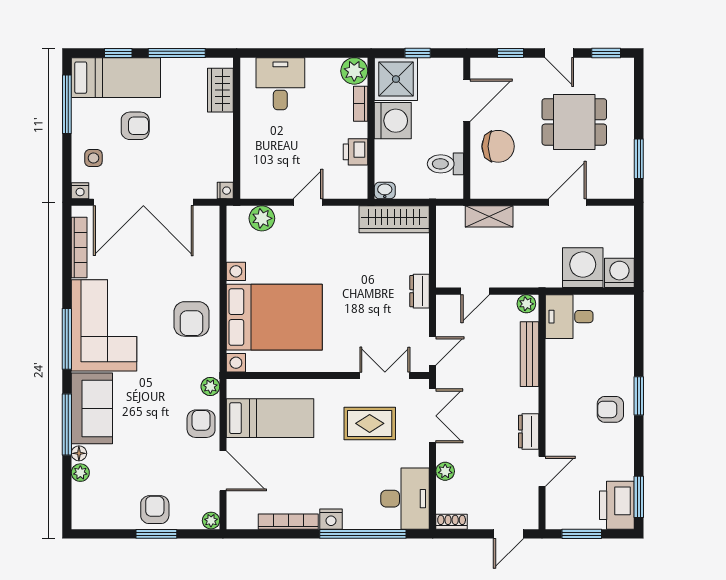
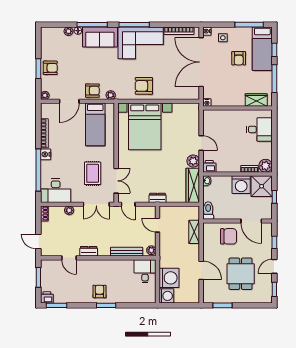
chair: (498, 146) -> (229, 236), turned -90
printer: (356, 152) -> (209, 166), moved
toilet: (445, 164) -> (208, 210), moved
plant: (262, 218) -> (193, 161), moved
printer: (617, 505) -> (47, 297), width x0.53, depth x0.68

